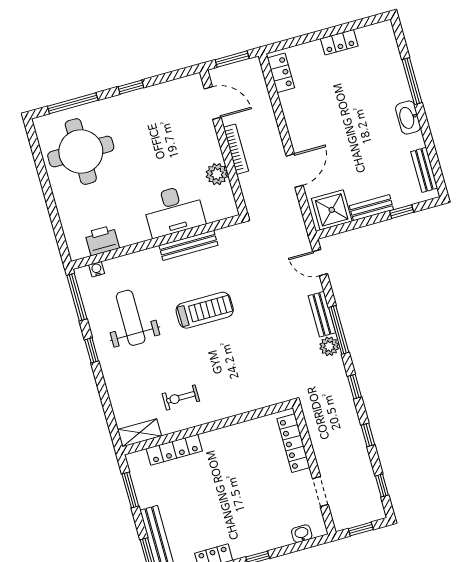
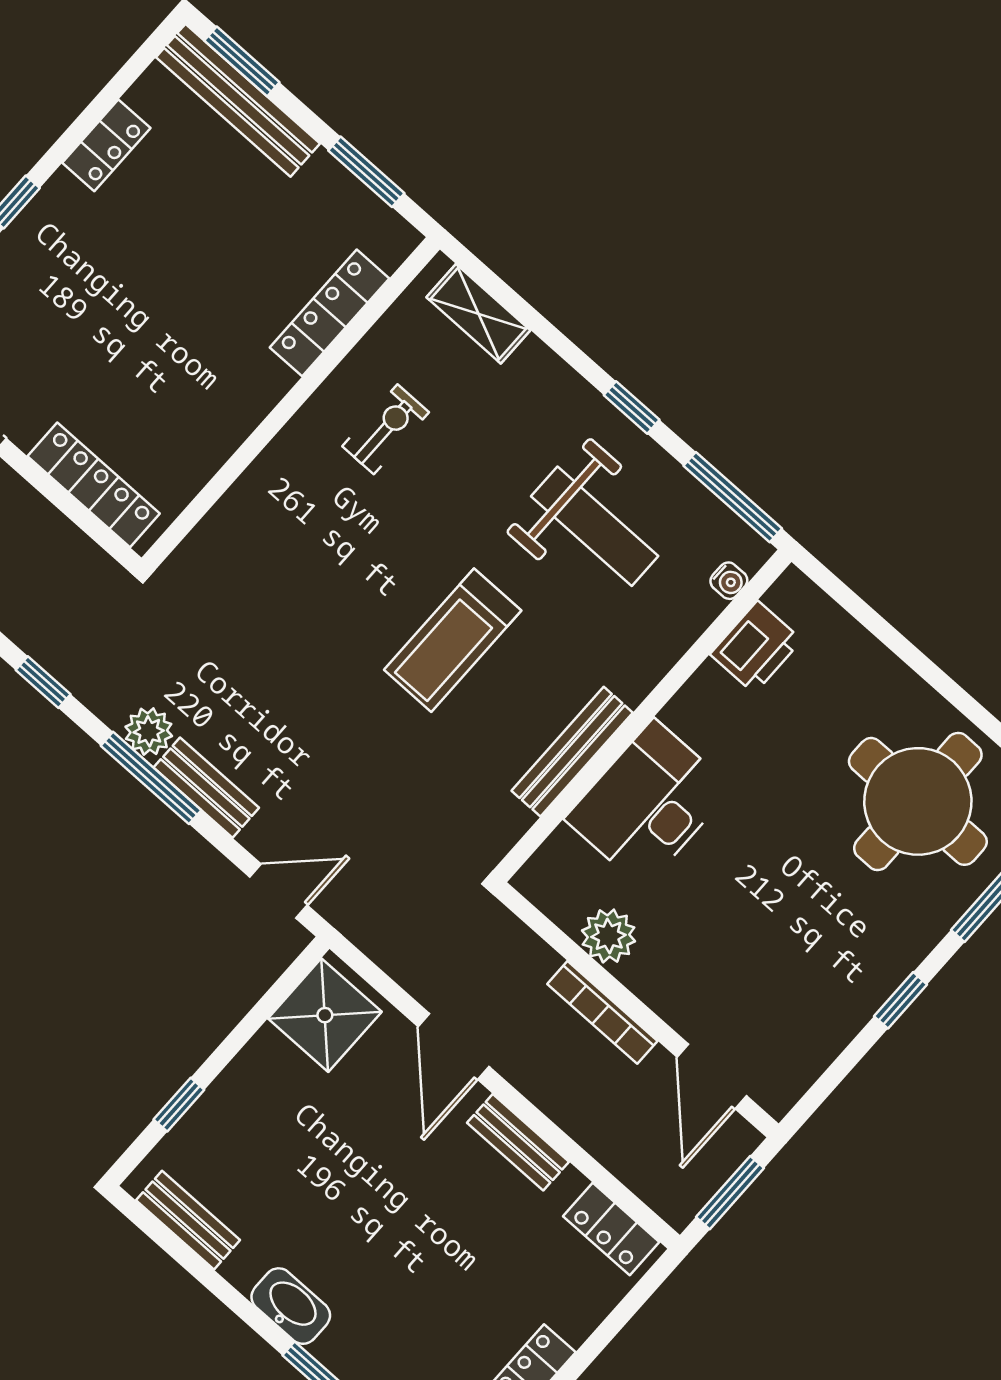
door: (213, 103) -> (712, 1076), hinge flipped
bench: (371, 208) -> (518, 1142), moved, turned 90
shelving: (139, 433) -> (478, 314), moved, turned 90

